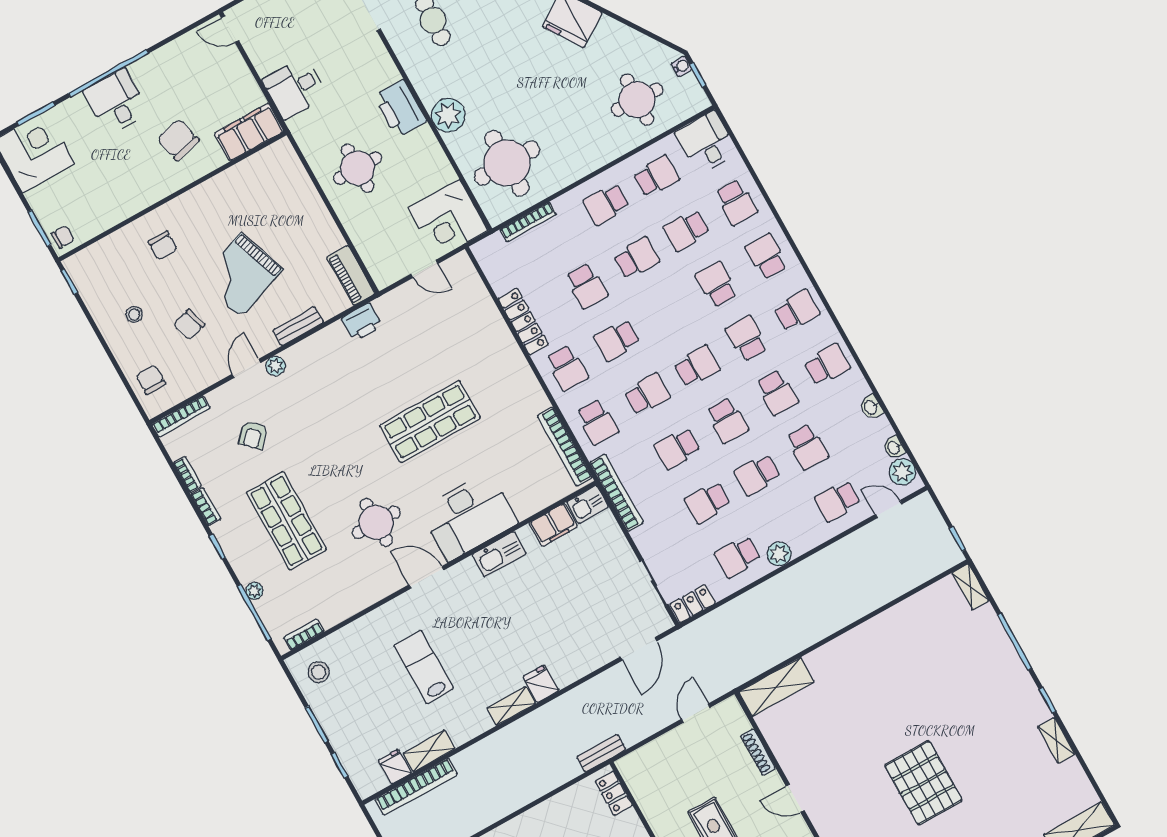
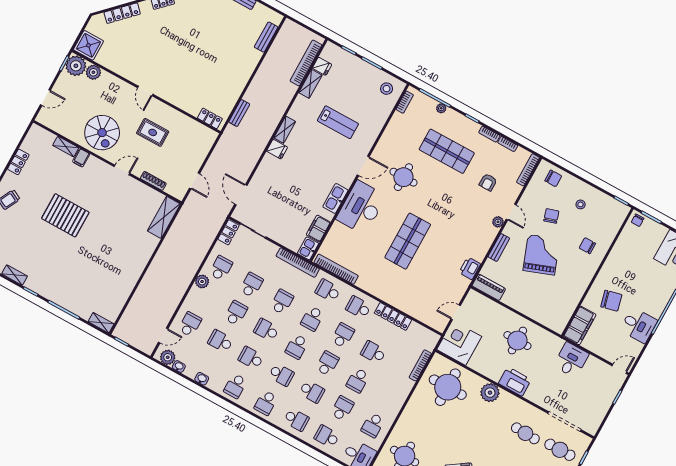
desk: (116, 102) -> (639, 325), moved
school desk: (606, 204) -> (327, 363), moved
armchair: (253, 435) -> (488, 182), turned -133
bench: (601, 753) -> (239, 113), moved

